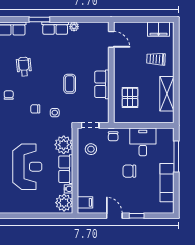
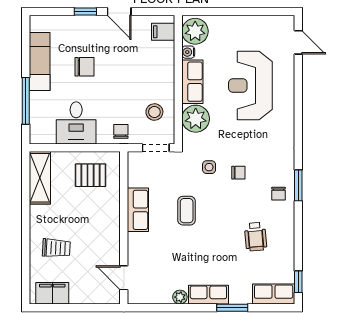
shelving: (167, 94) -> (40, 178), moved
pallet: (130, 97) -> (91, 175), moved, turned 90
chair: (129, 171) -> (85, 67), moved

